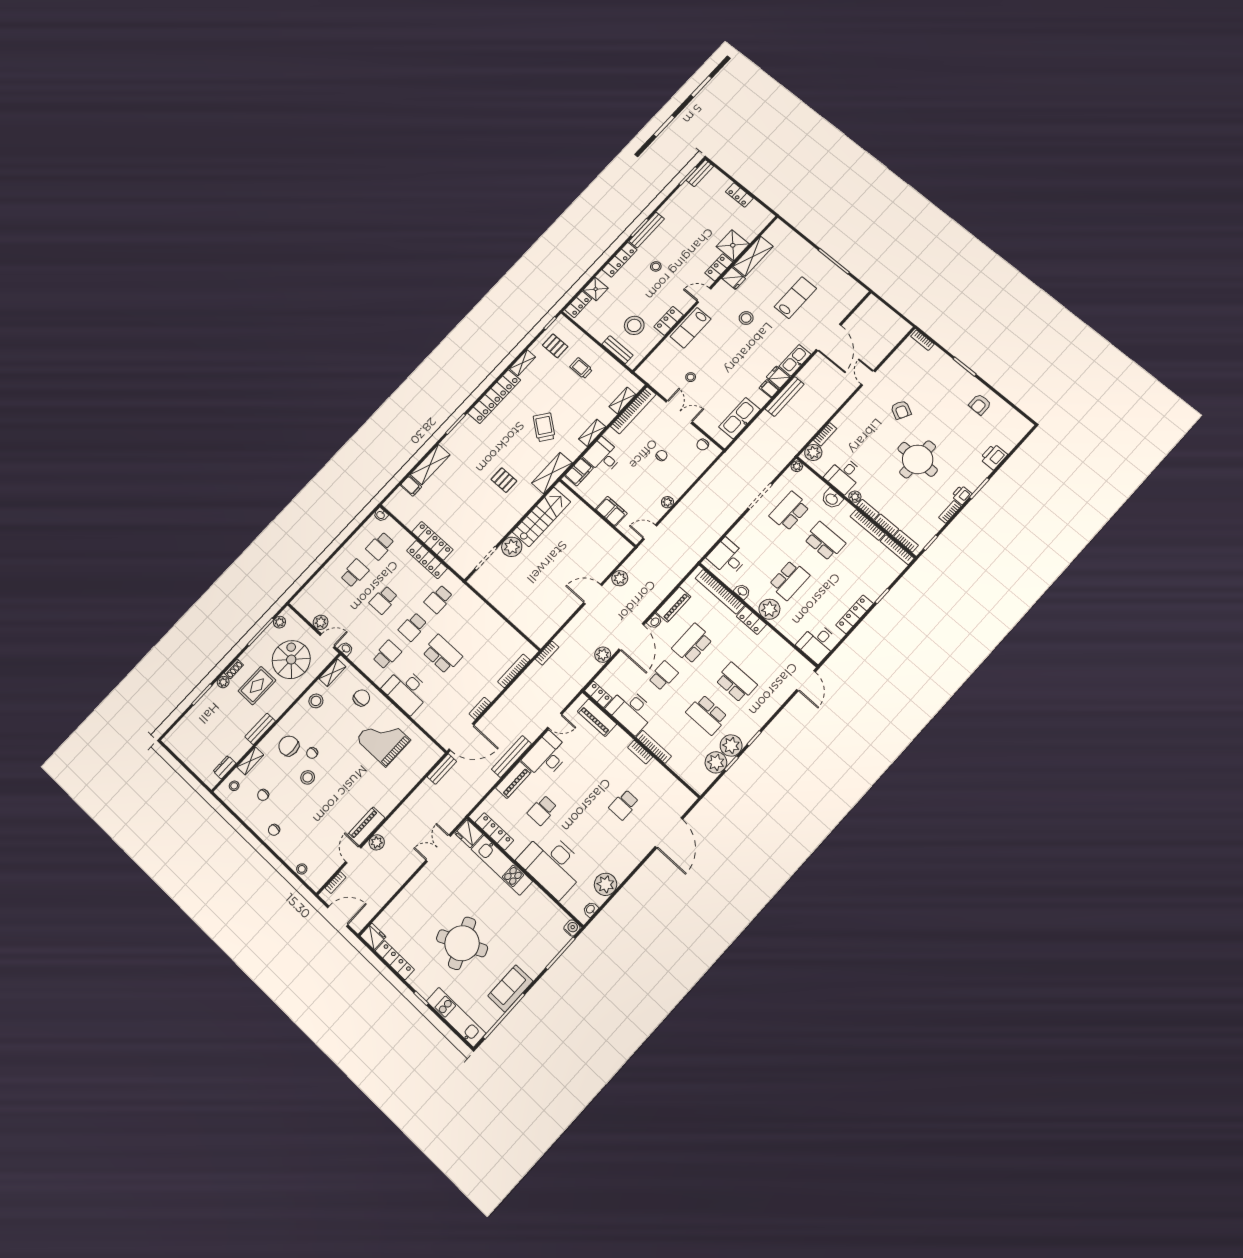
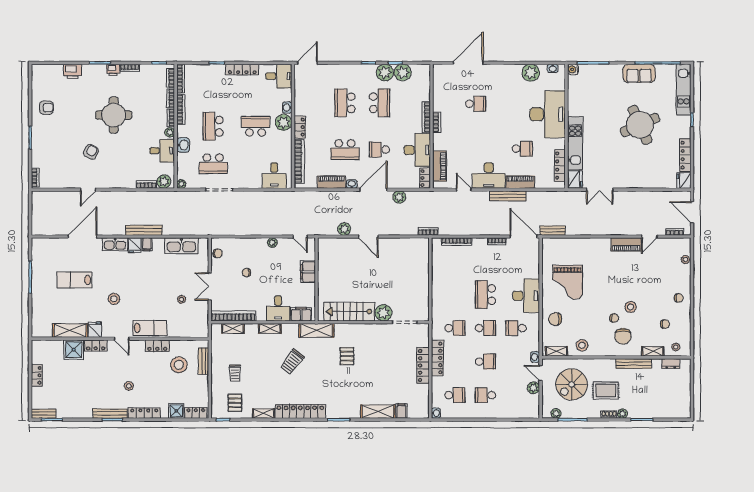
washbasin: (742, 591) -> (287, 108), moved
bench: (260, 729) -> (634, 364), width x1.36
plant: (377, 842) -> (630, 229), removed

